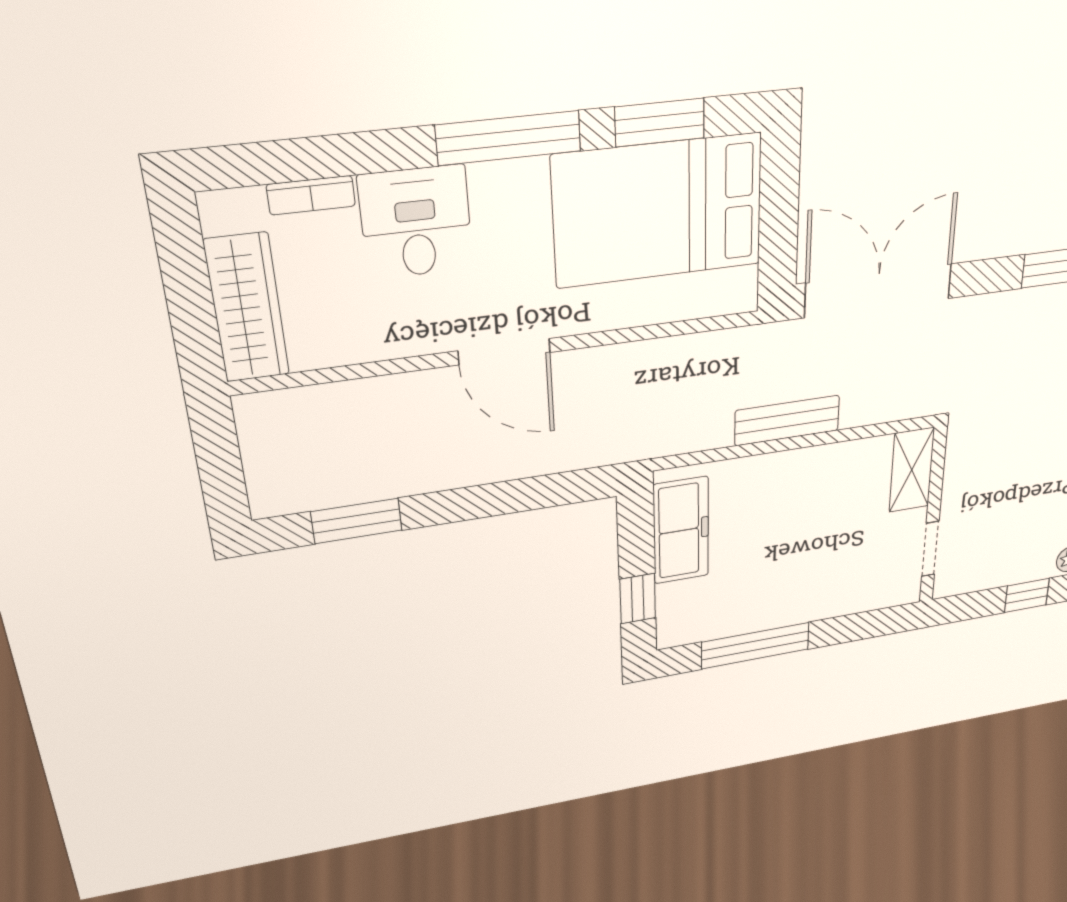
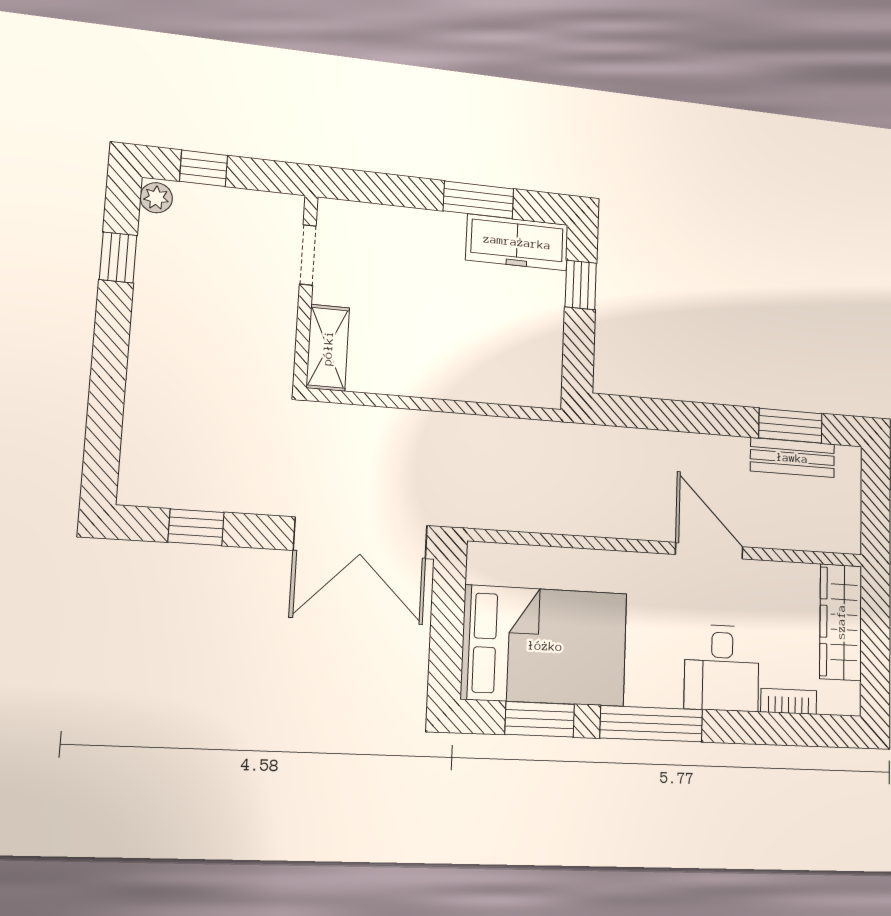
door: (504, 352) -> (709, 551), moved
bench: (787, 420) -> (792, 458), moved
freezer: (681, 531) -> (517, 242), moved, turned -90
window: (755, 646) -> (479, 200), width x0.69

